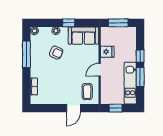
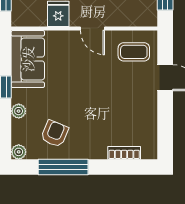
armchair: (56, 53) -> (55, 134), moved

